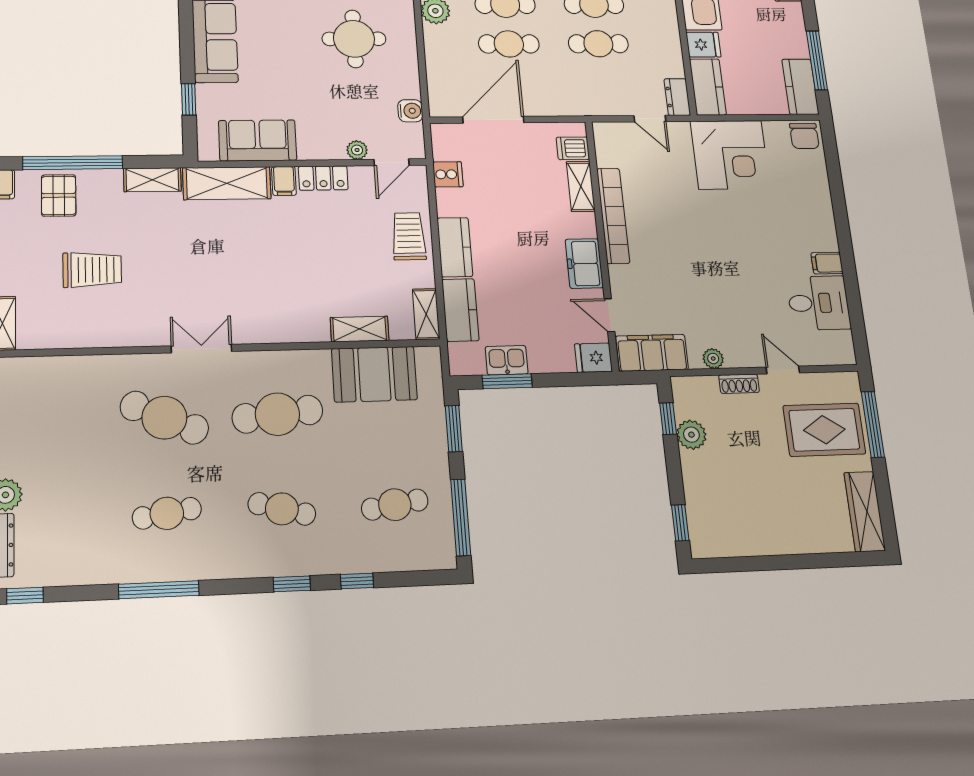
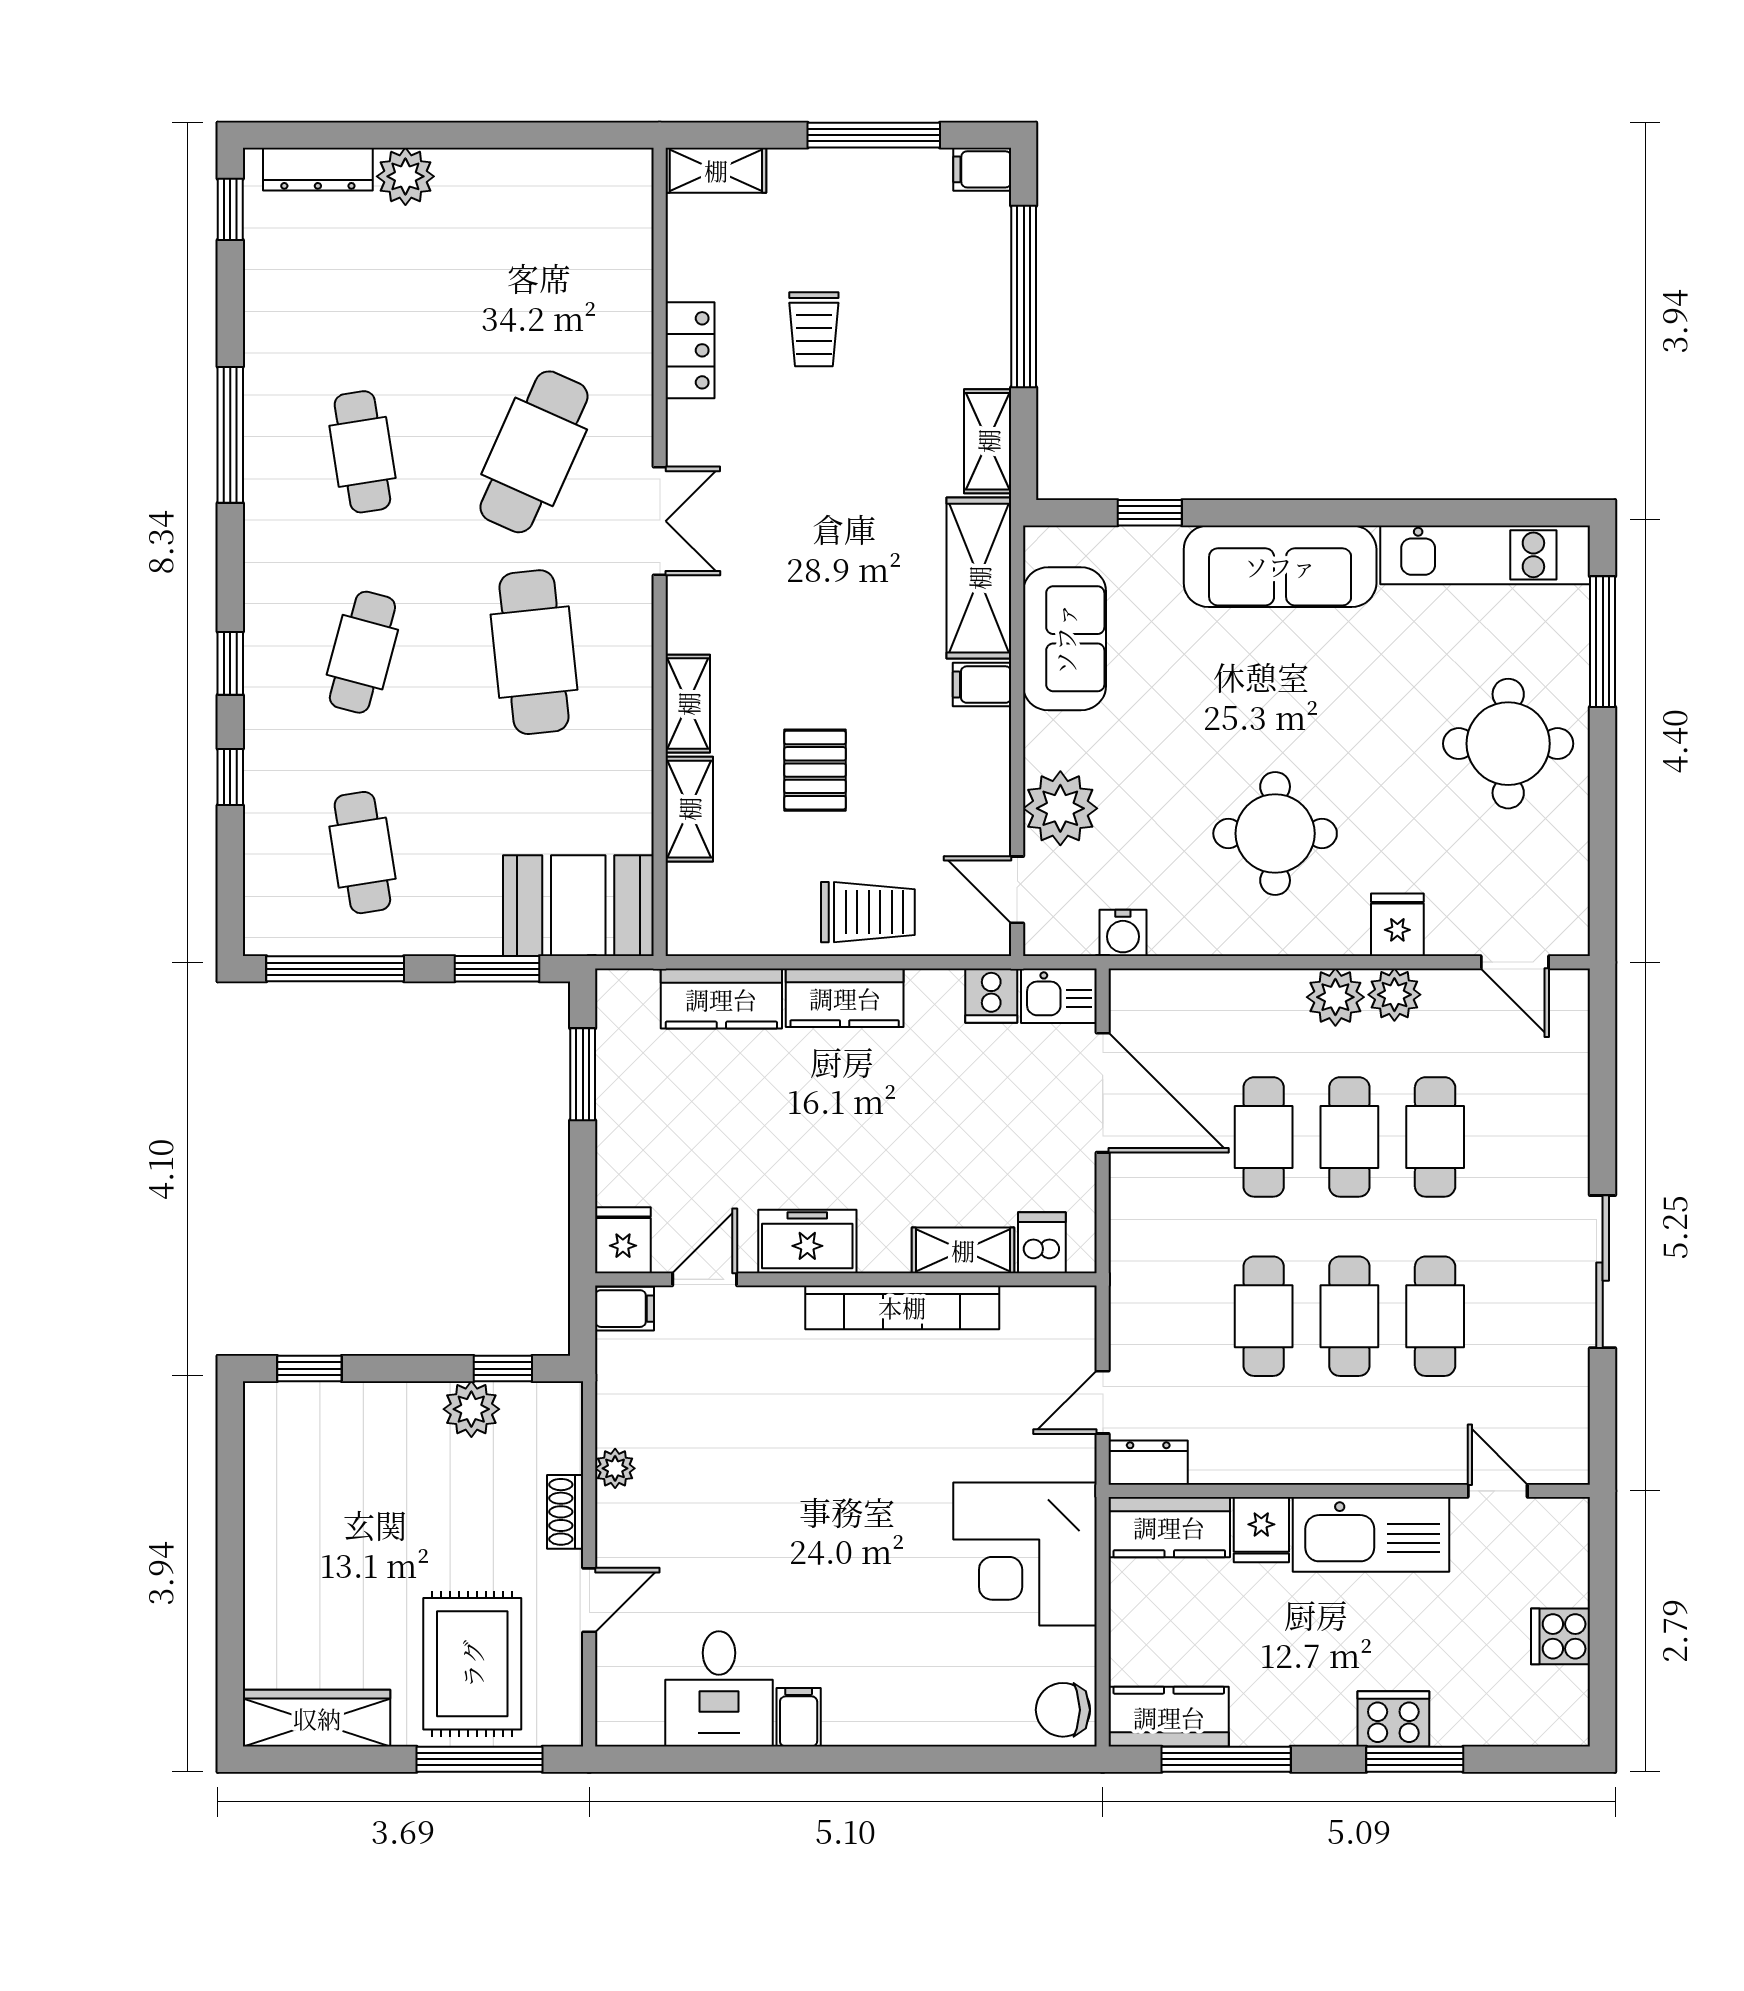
plant: (357, 150) -> (1060, 808), width x1.87, depth x1.87
locker: (323, 178) -> (690, 350), moved, turned 180
pallet: (59, 195) -> (815, 770), moved, turned 90
trolley: (92, 270) -> (814, 329), width x0.73, depth x0.72
shelving: (426, 314) -> (688, 704), moved, turned 90
filing cabinet: (652, 353) -> (625, 1309), width x0.33, depth x0.86
kitchen sink: (507, 360) -> (1059, 996), moved, turned 90
booth: (374, 374) -> (578, 906), moved, turned 90

